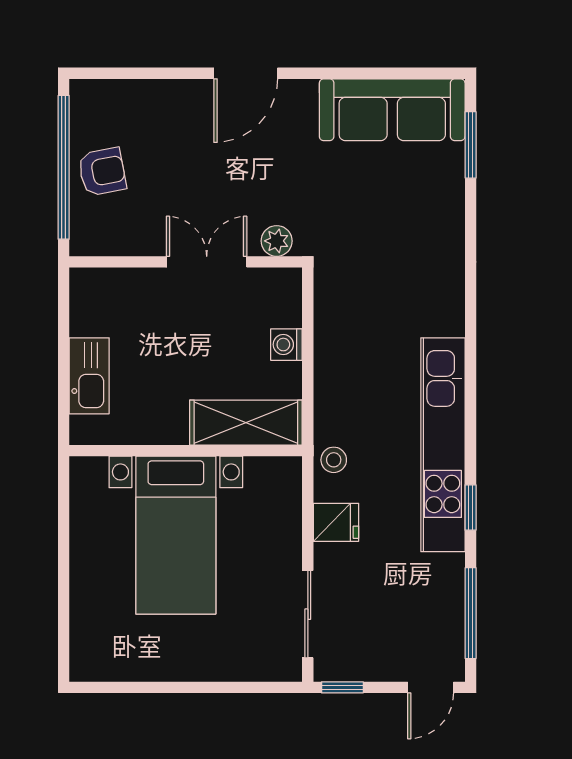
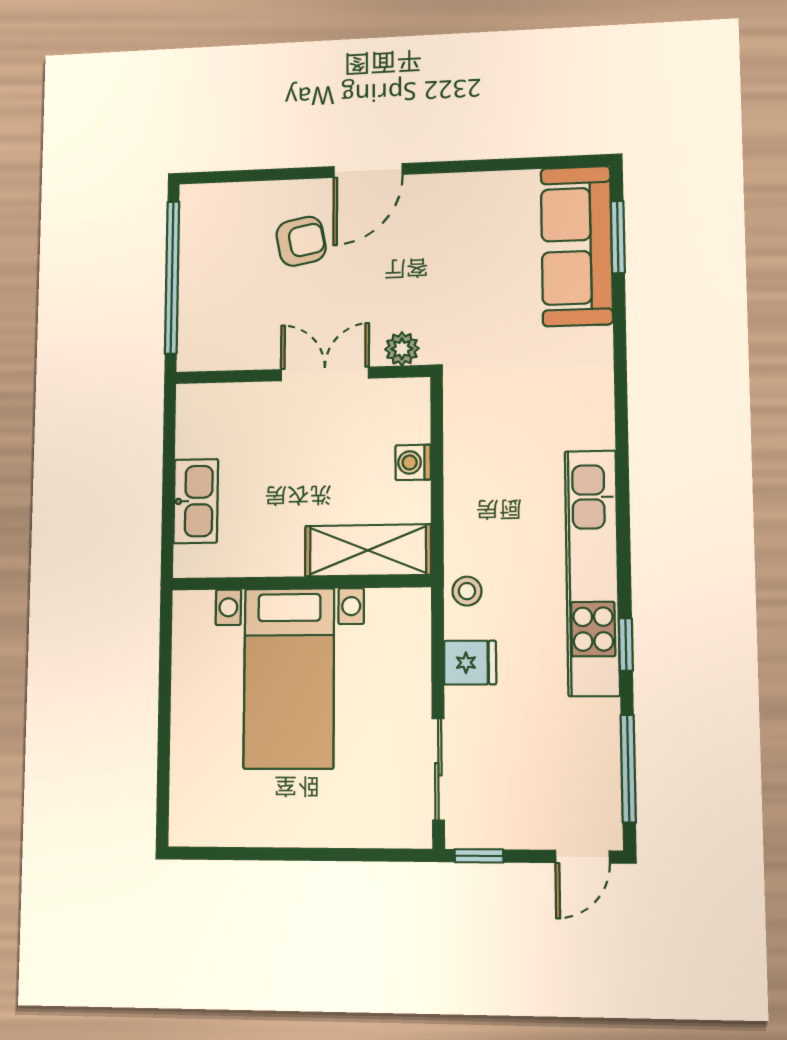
sofa: (392, 110) -> (577, 246), moved, turned 90
armchair: (102, 172) -> (301, 241), moved

